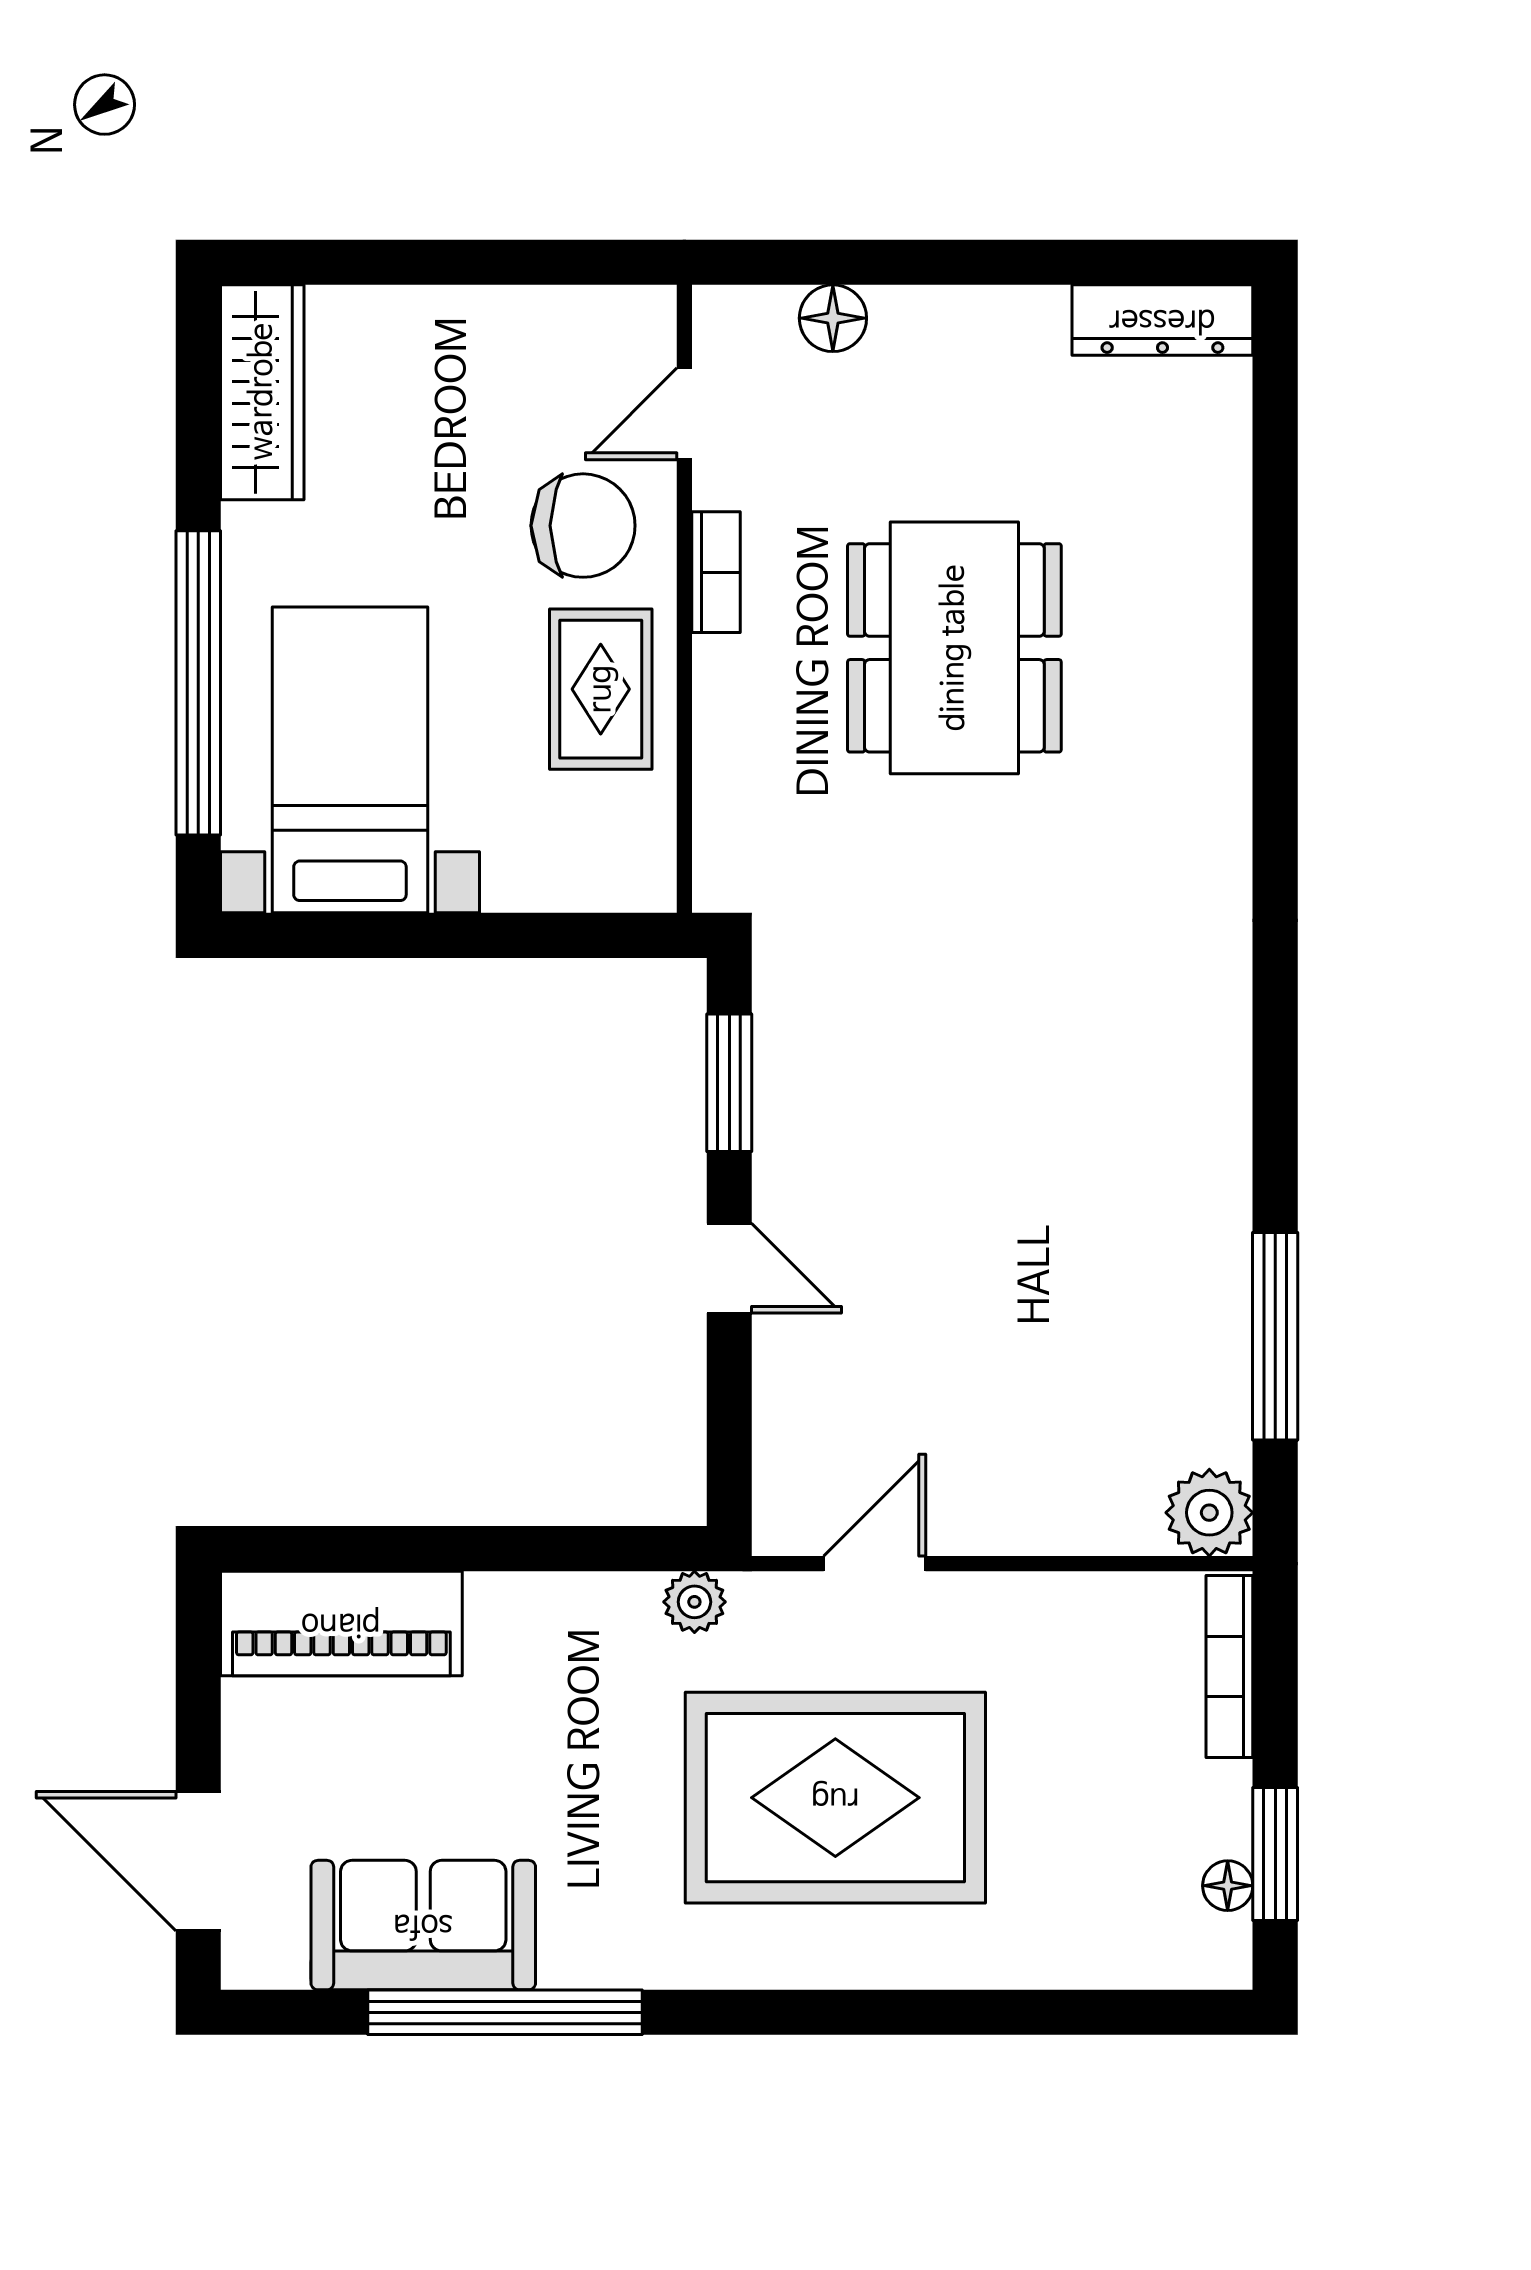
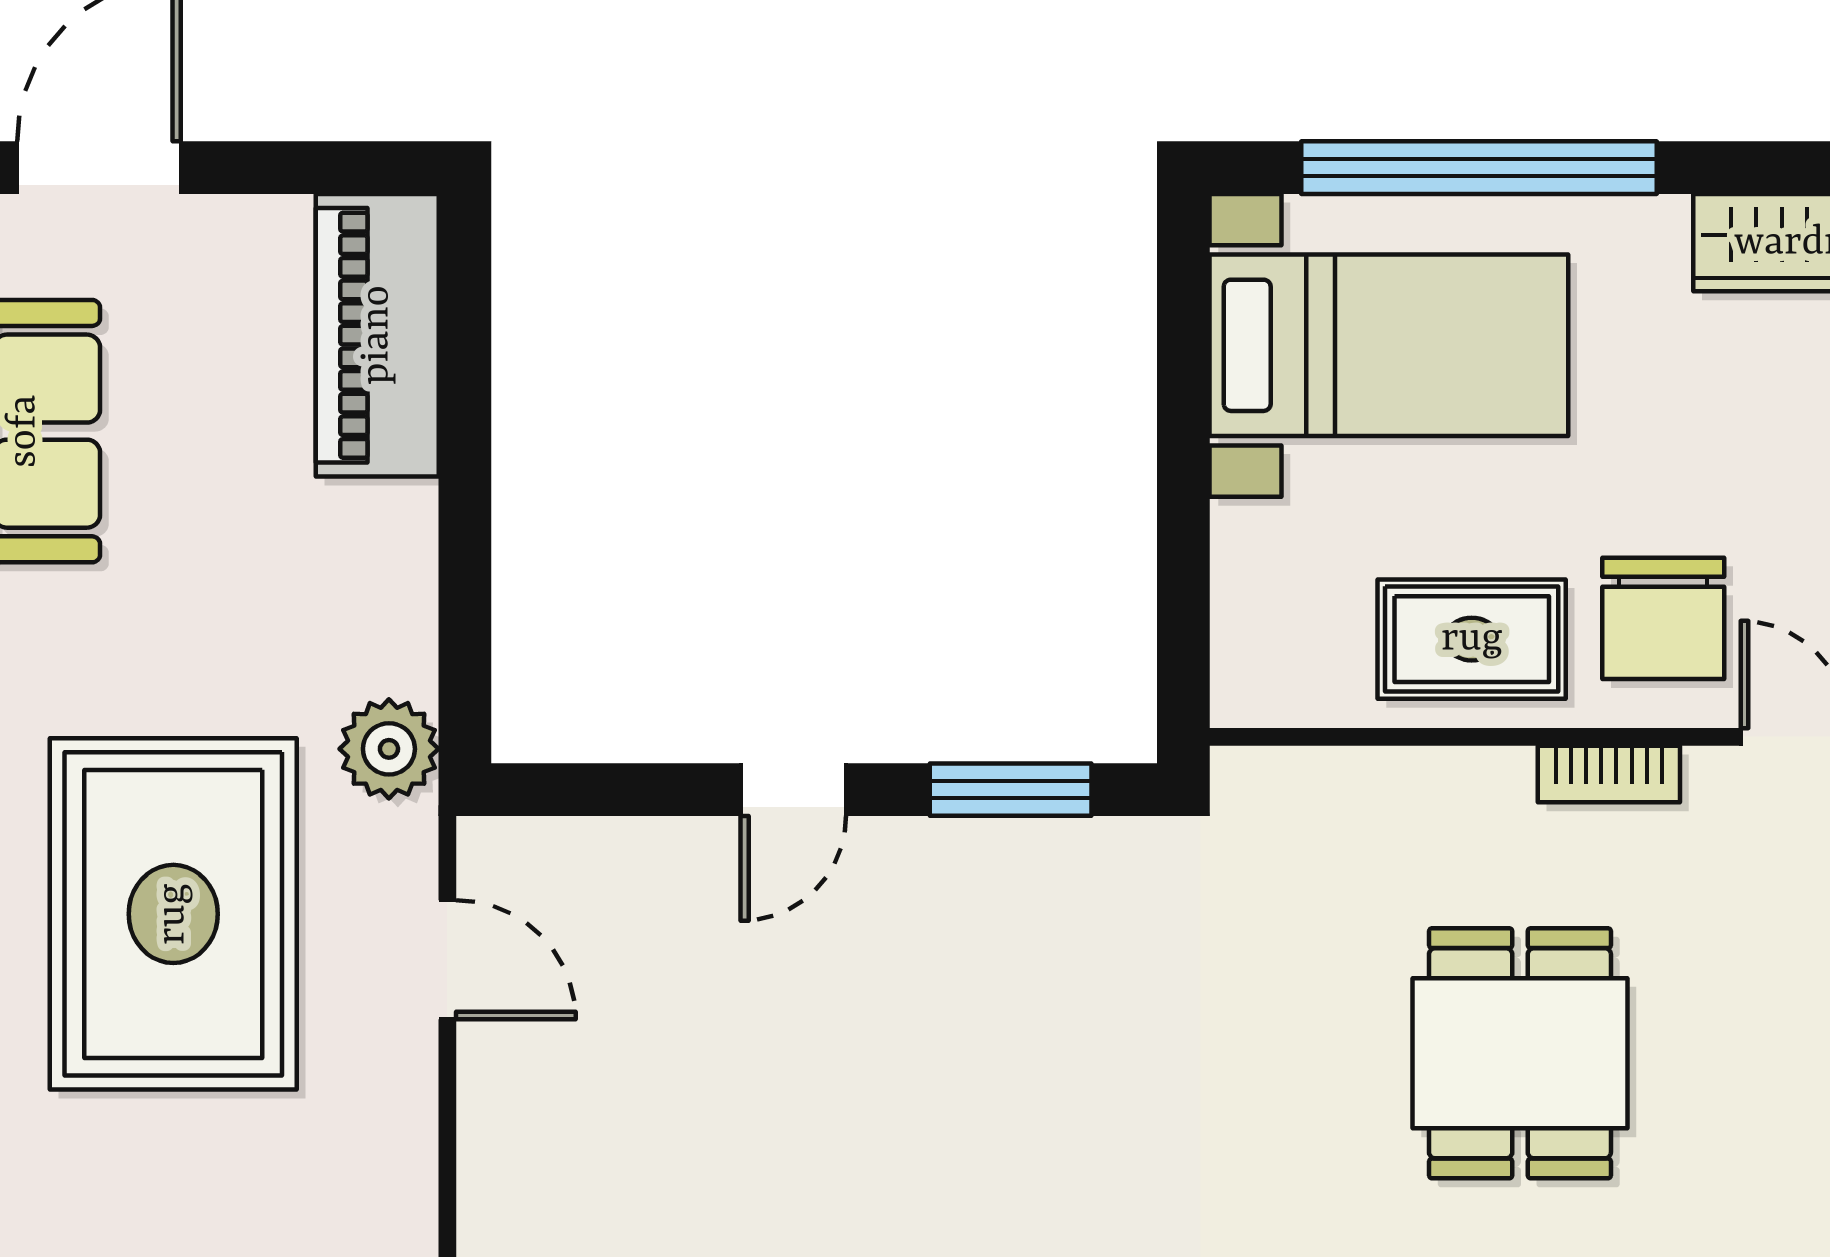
dining table: (954, 648) -> (1520, 1053), width x0.73
plant: (694, 1602) -> (389, 749), width x1.38, depth x1.38

